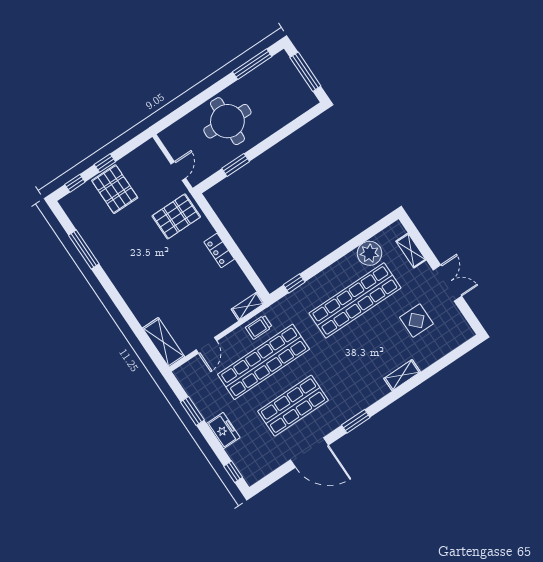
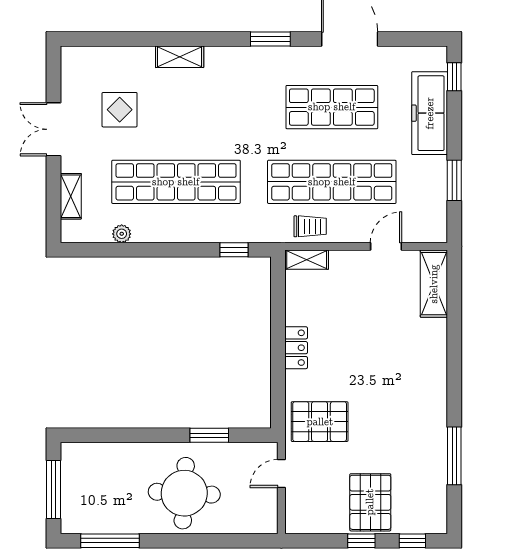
plant: (369, 253) -> (122, 234), width x0.53, depth x0.53
freezer: (223, 430) -> (430, 113), width x1.91, depth x1.26

